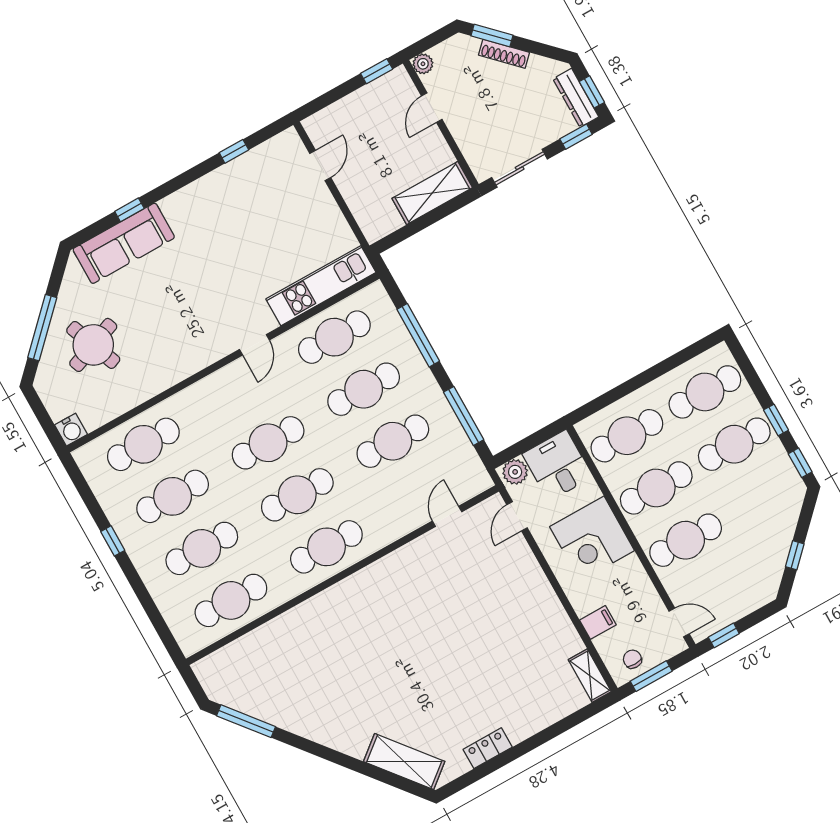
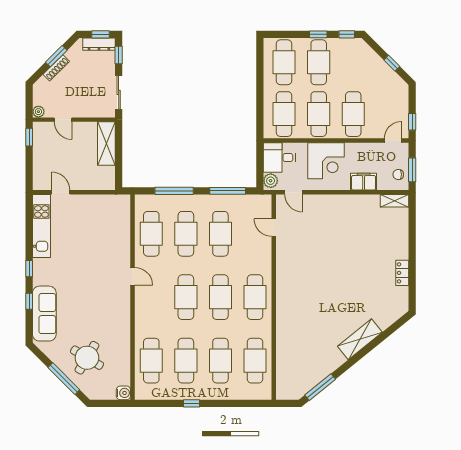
window: (492, 35) -> (56, 56), moved
window: (234, 151) -> (29, 269), moved
kitchen unit: (321, 286) -> (41, 226), moved, turned 180
round table: (93, 345) -> (87, 358), turned -38
filing cabinet: (598, 622) -> (364, 182), width x2.00
shelving: (404, 762) -> (360, 339), moved

